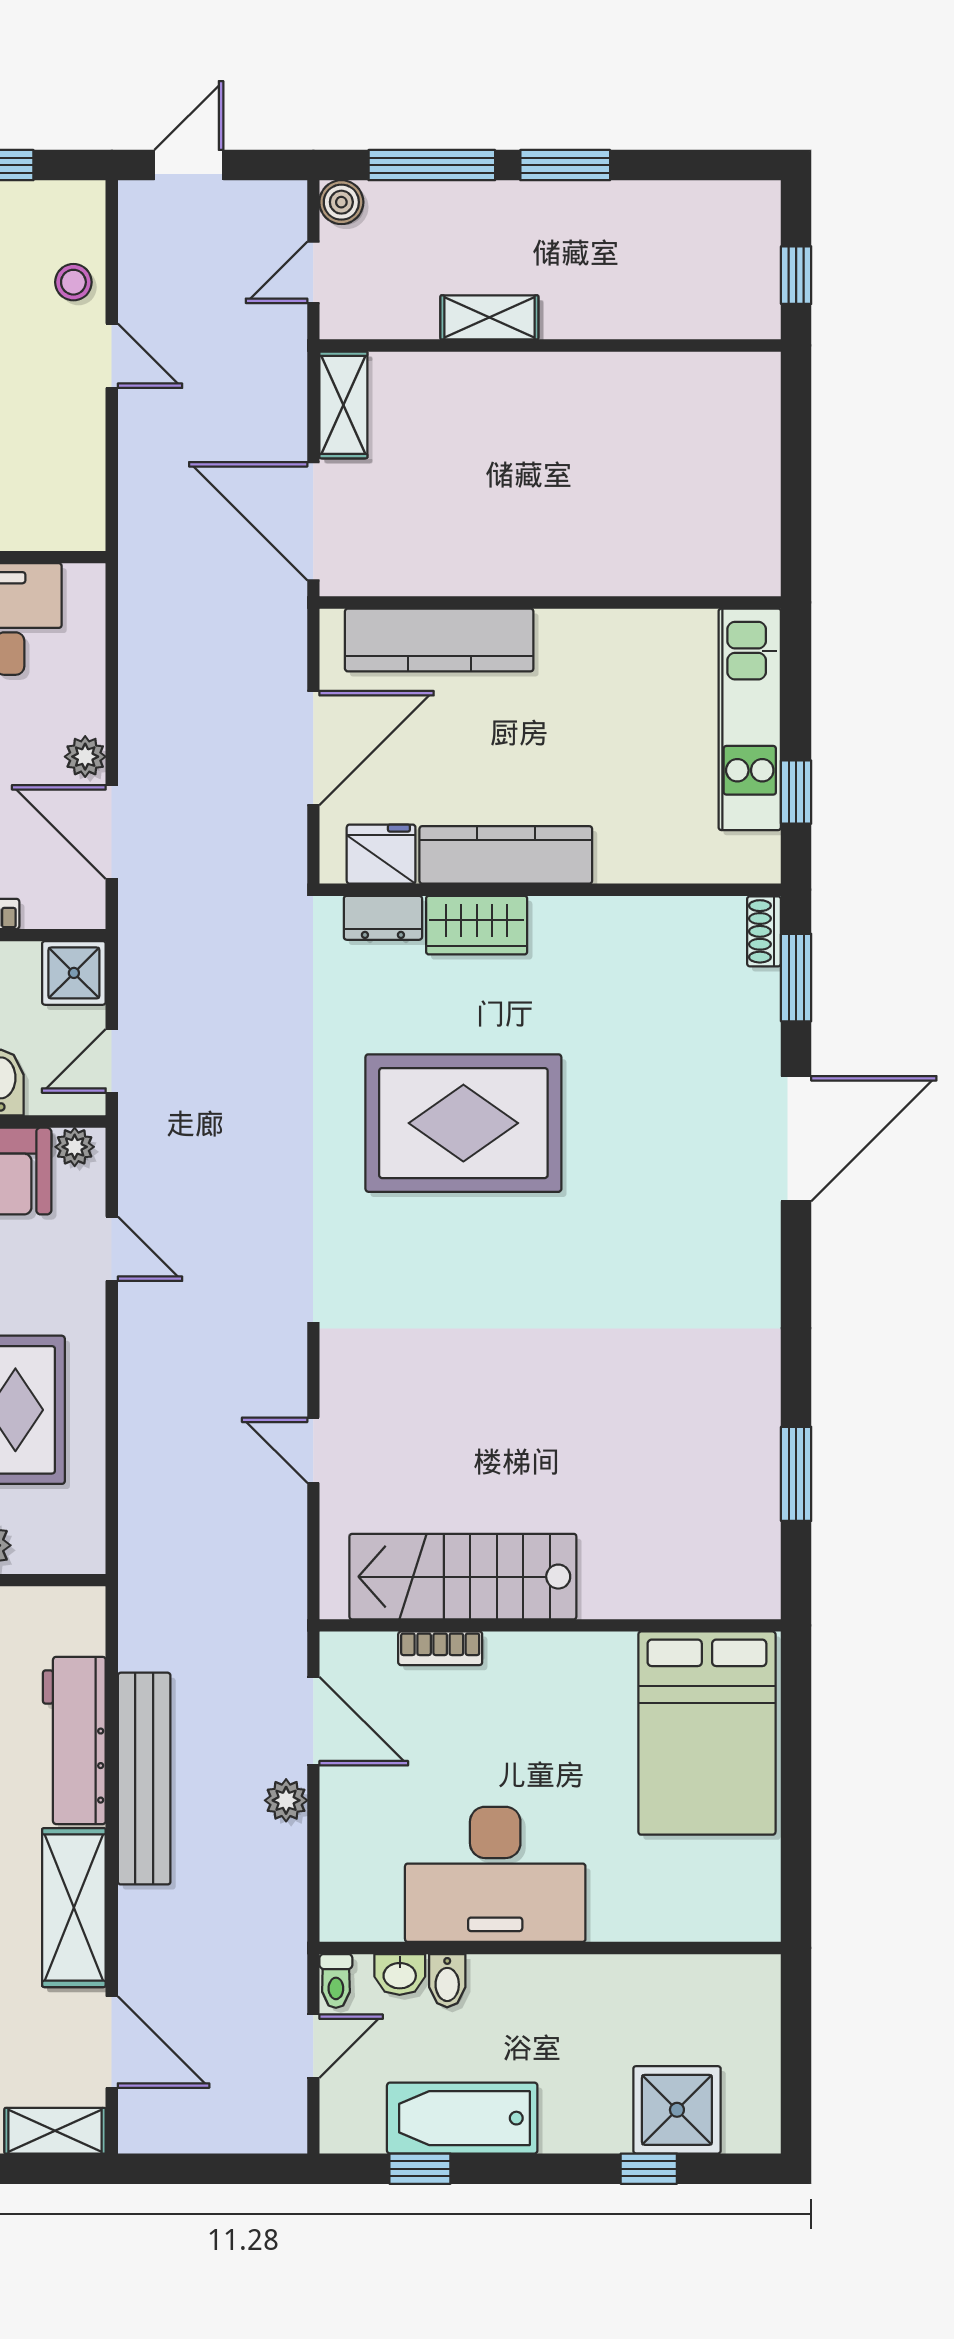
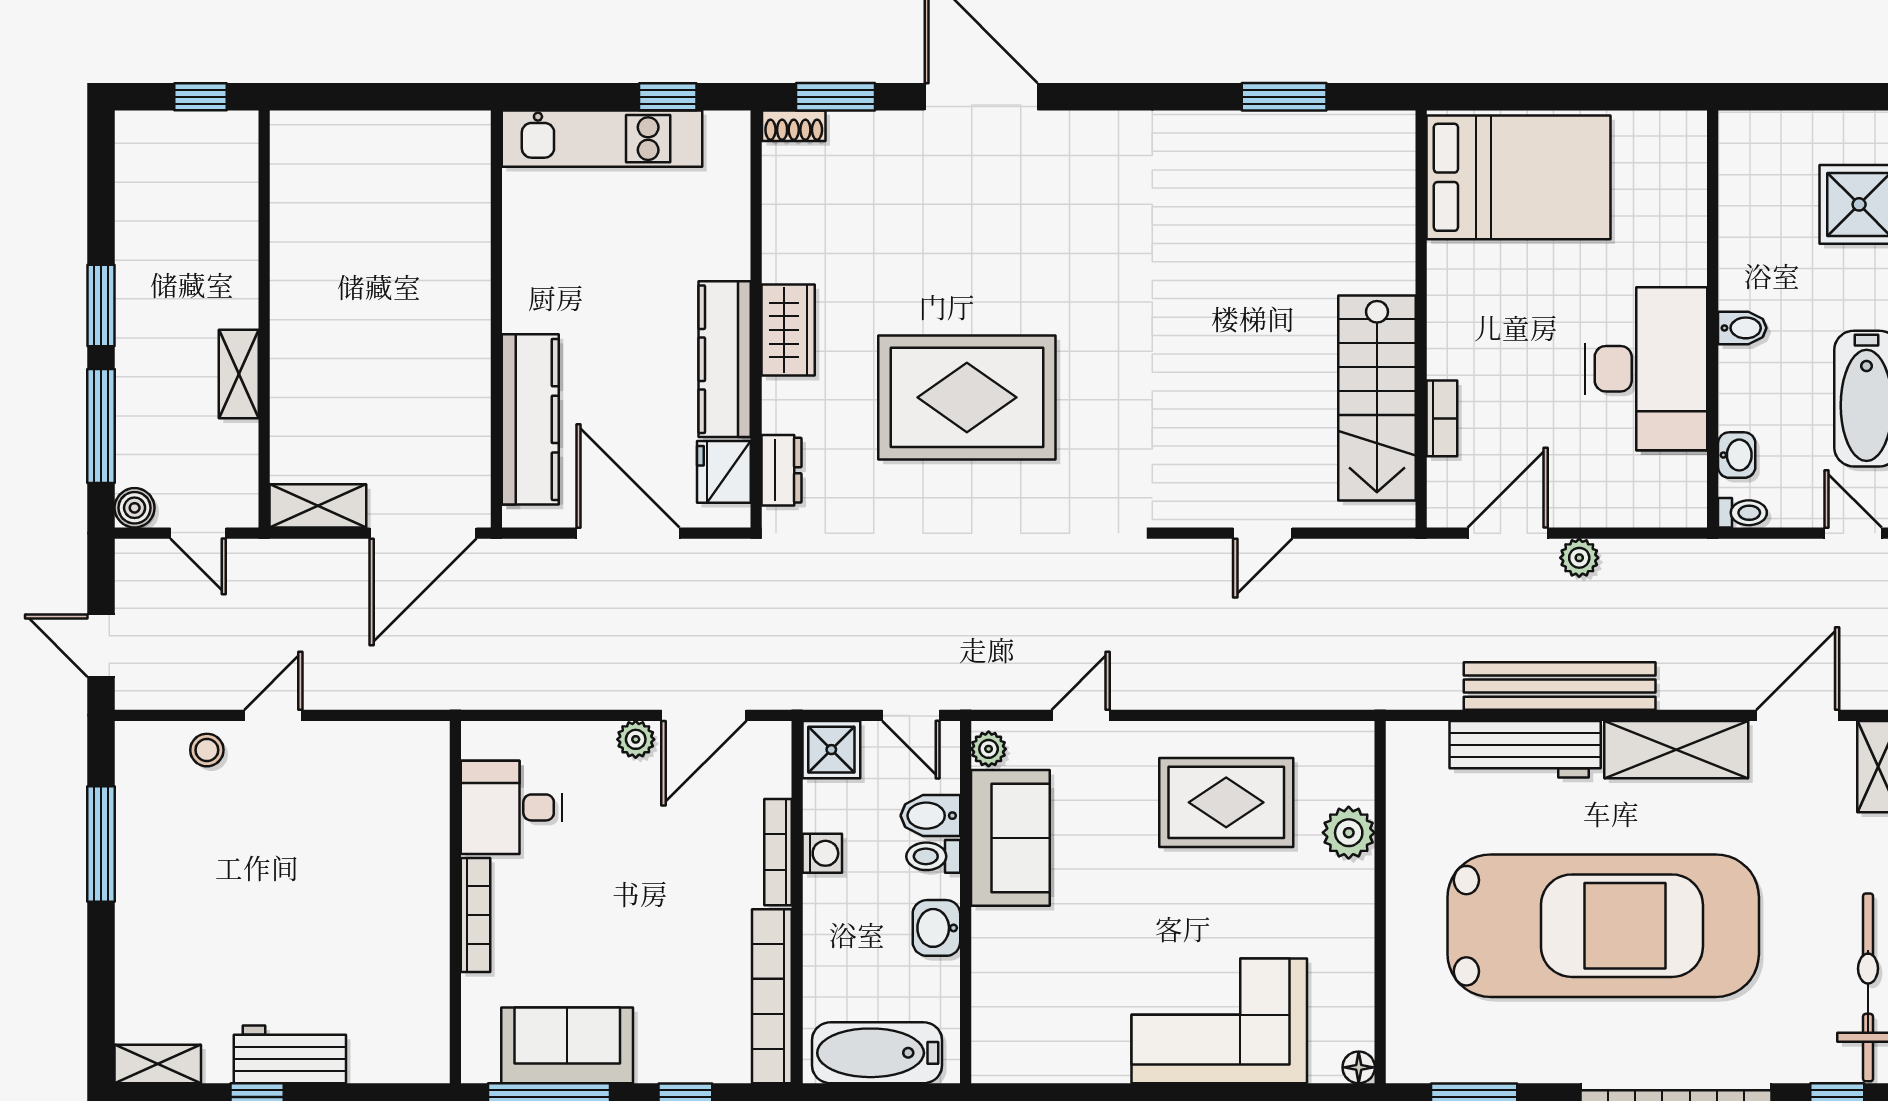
wardrobe: (477, 925) -> (788, 330), moved
rug: (463, 1123) -> (967, 397), turned 90
bidet: (447, 1981) -> (1742, 328), moved
door: (313, 2046) -> (1853, 533), moved

